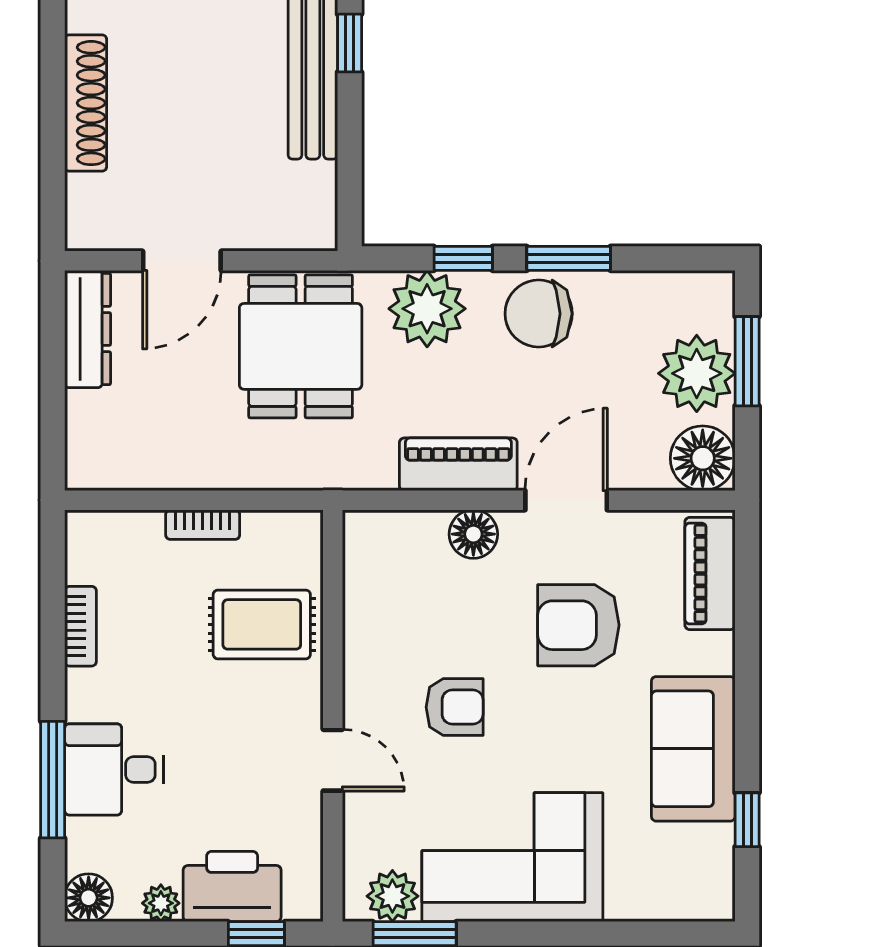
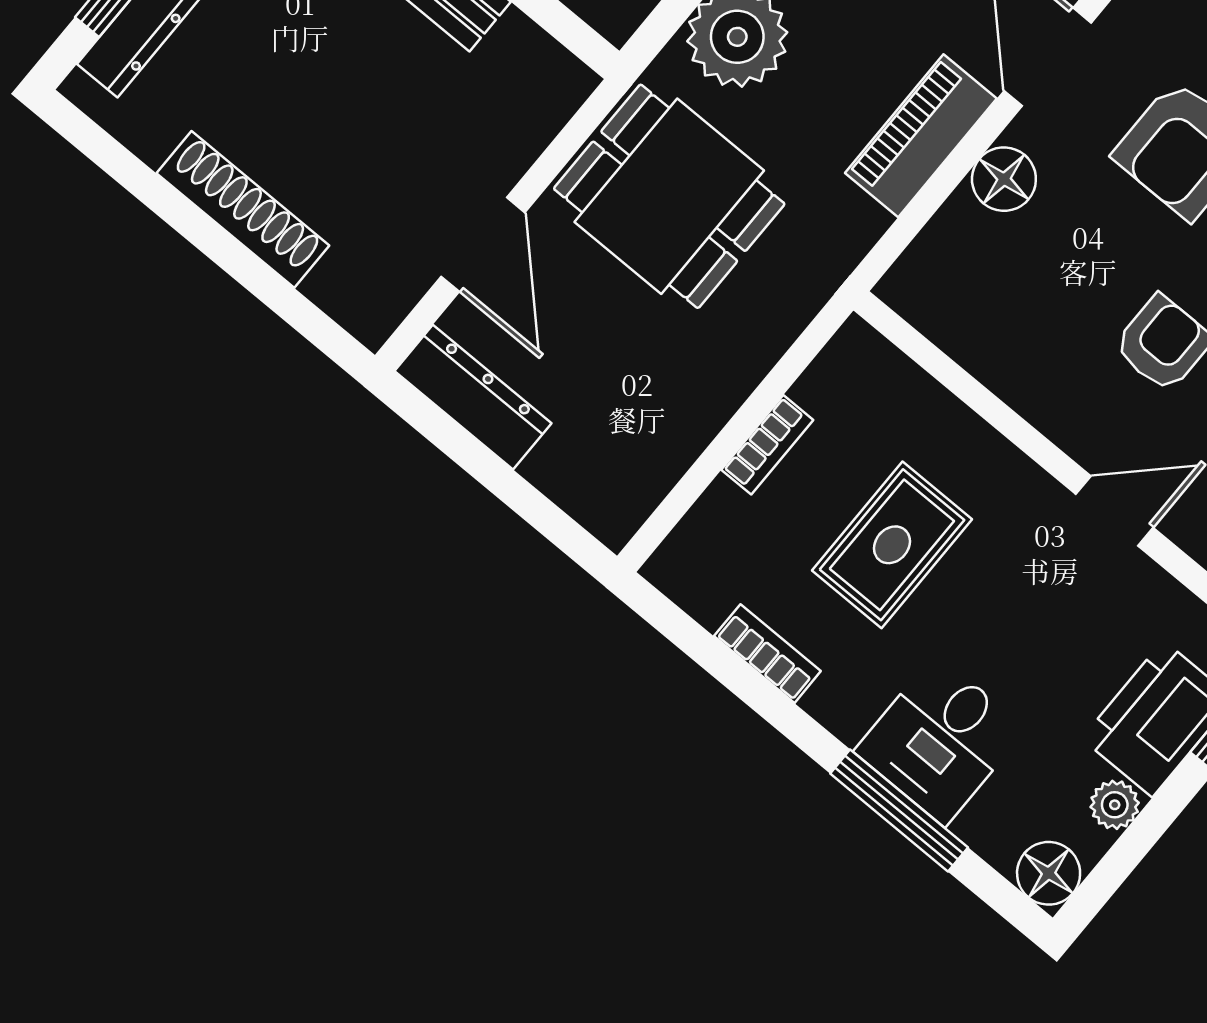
rug: (262, 624) -> (892, 545), moved

